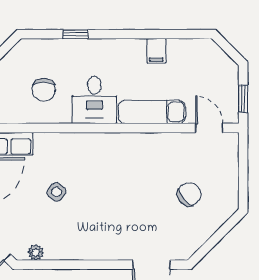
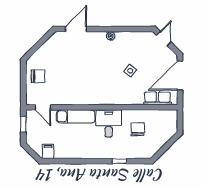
filing cabinet: (156, 51) -> (48, 152), moved
chair: (189, 194) -> (38, 76), moved, turned -140
plant: (36, 252) -> (111, 36), moved

